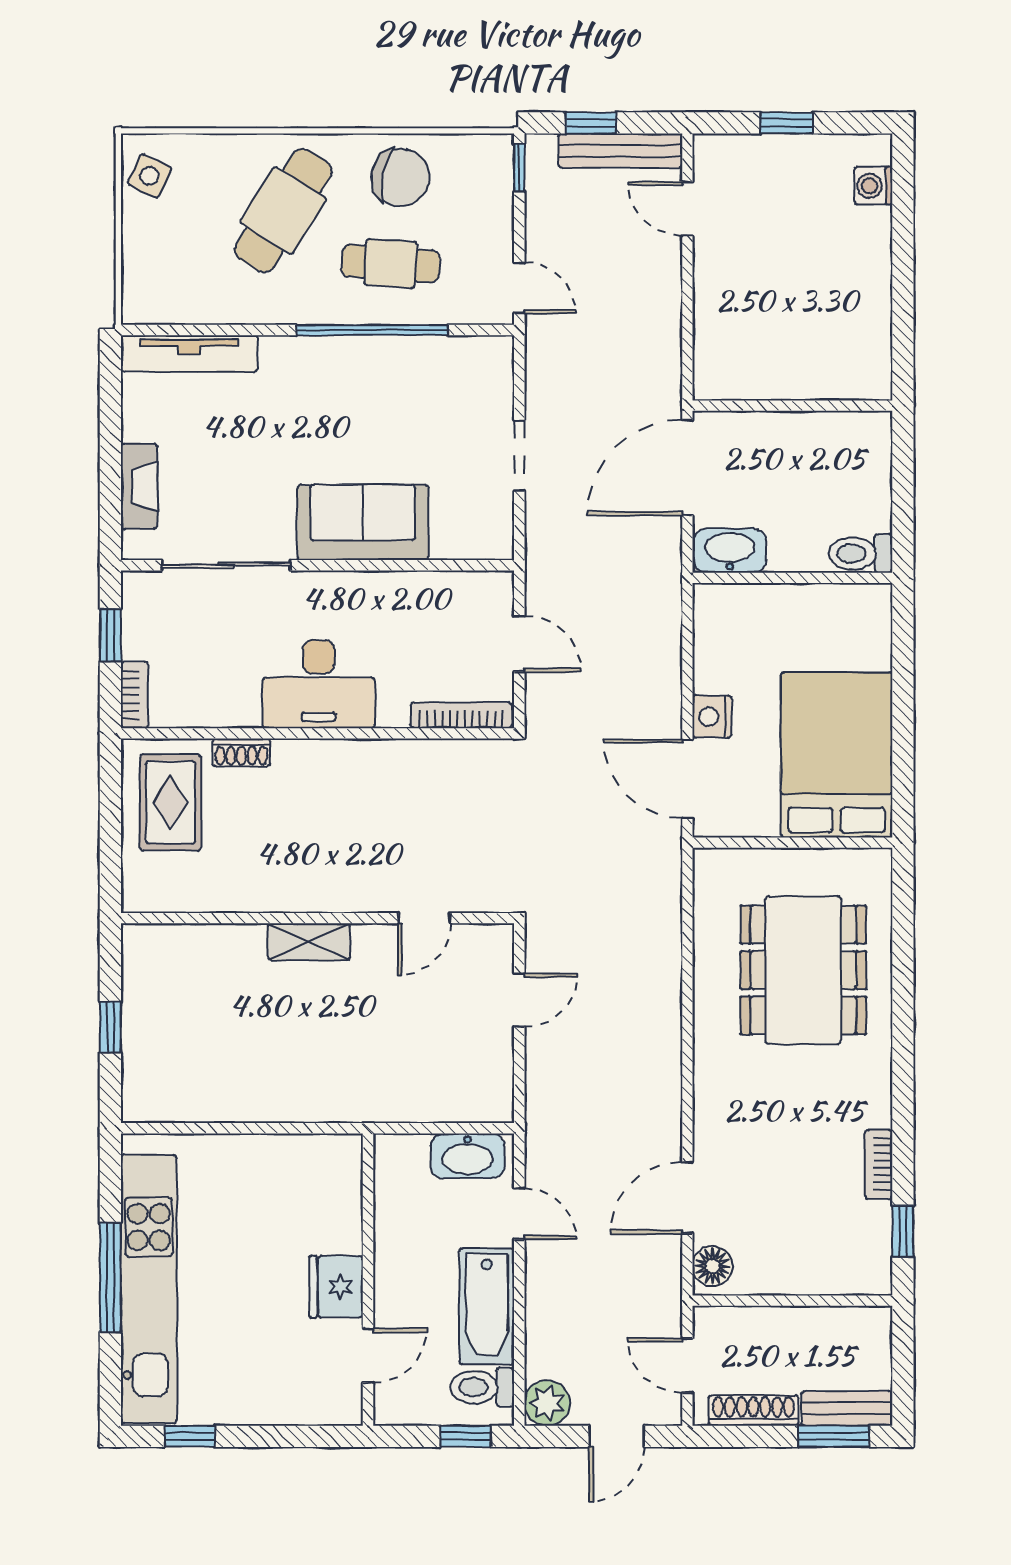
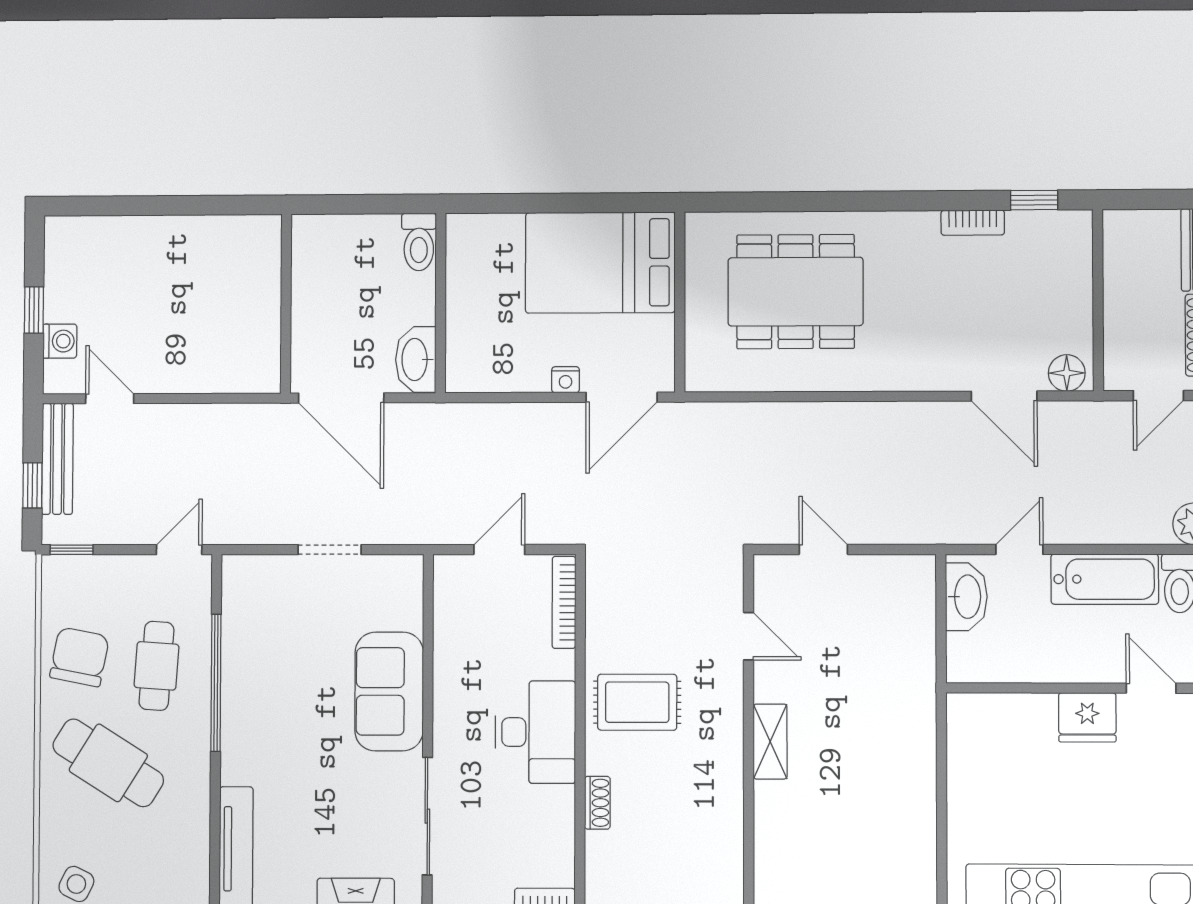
washing machine: (873, 186) -> (60, 341), moved, turned -90
door: (687, 209) -> (110, 399), swing flipped
nightstand: (712, 717) -> (566, 380), width x0.72, depth x0.74
rug: (170, 802) -> (637, 702), moved

